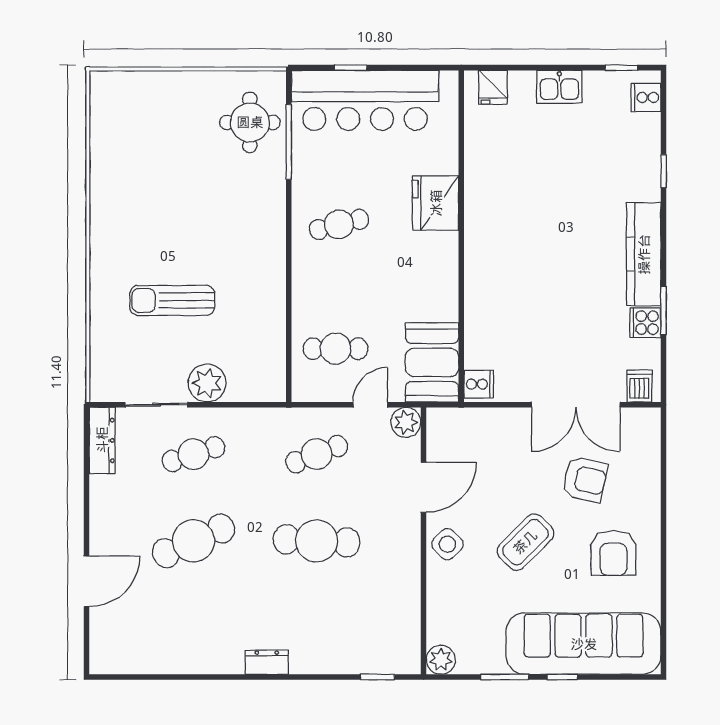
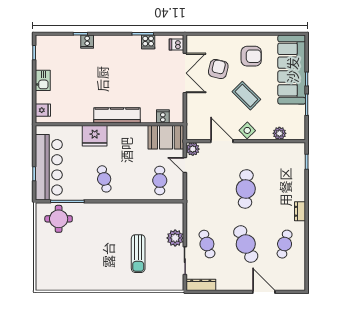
cooker: (646, 97) -> (87, 42), moved
kitchen counter: (644, 254) -> (117, 115), moved, turned 180
cooker: (479, 384) -> (163, 116), moved
cafe table: (317, 454) -> (285, 244), moved, turned 36
plant: (441, 660) -> (279, 133), moved

